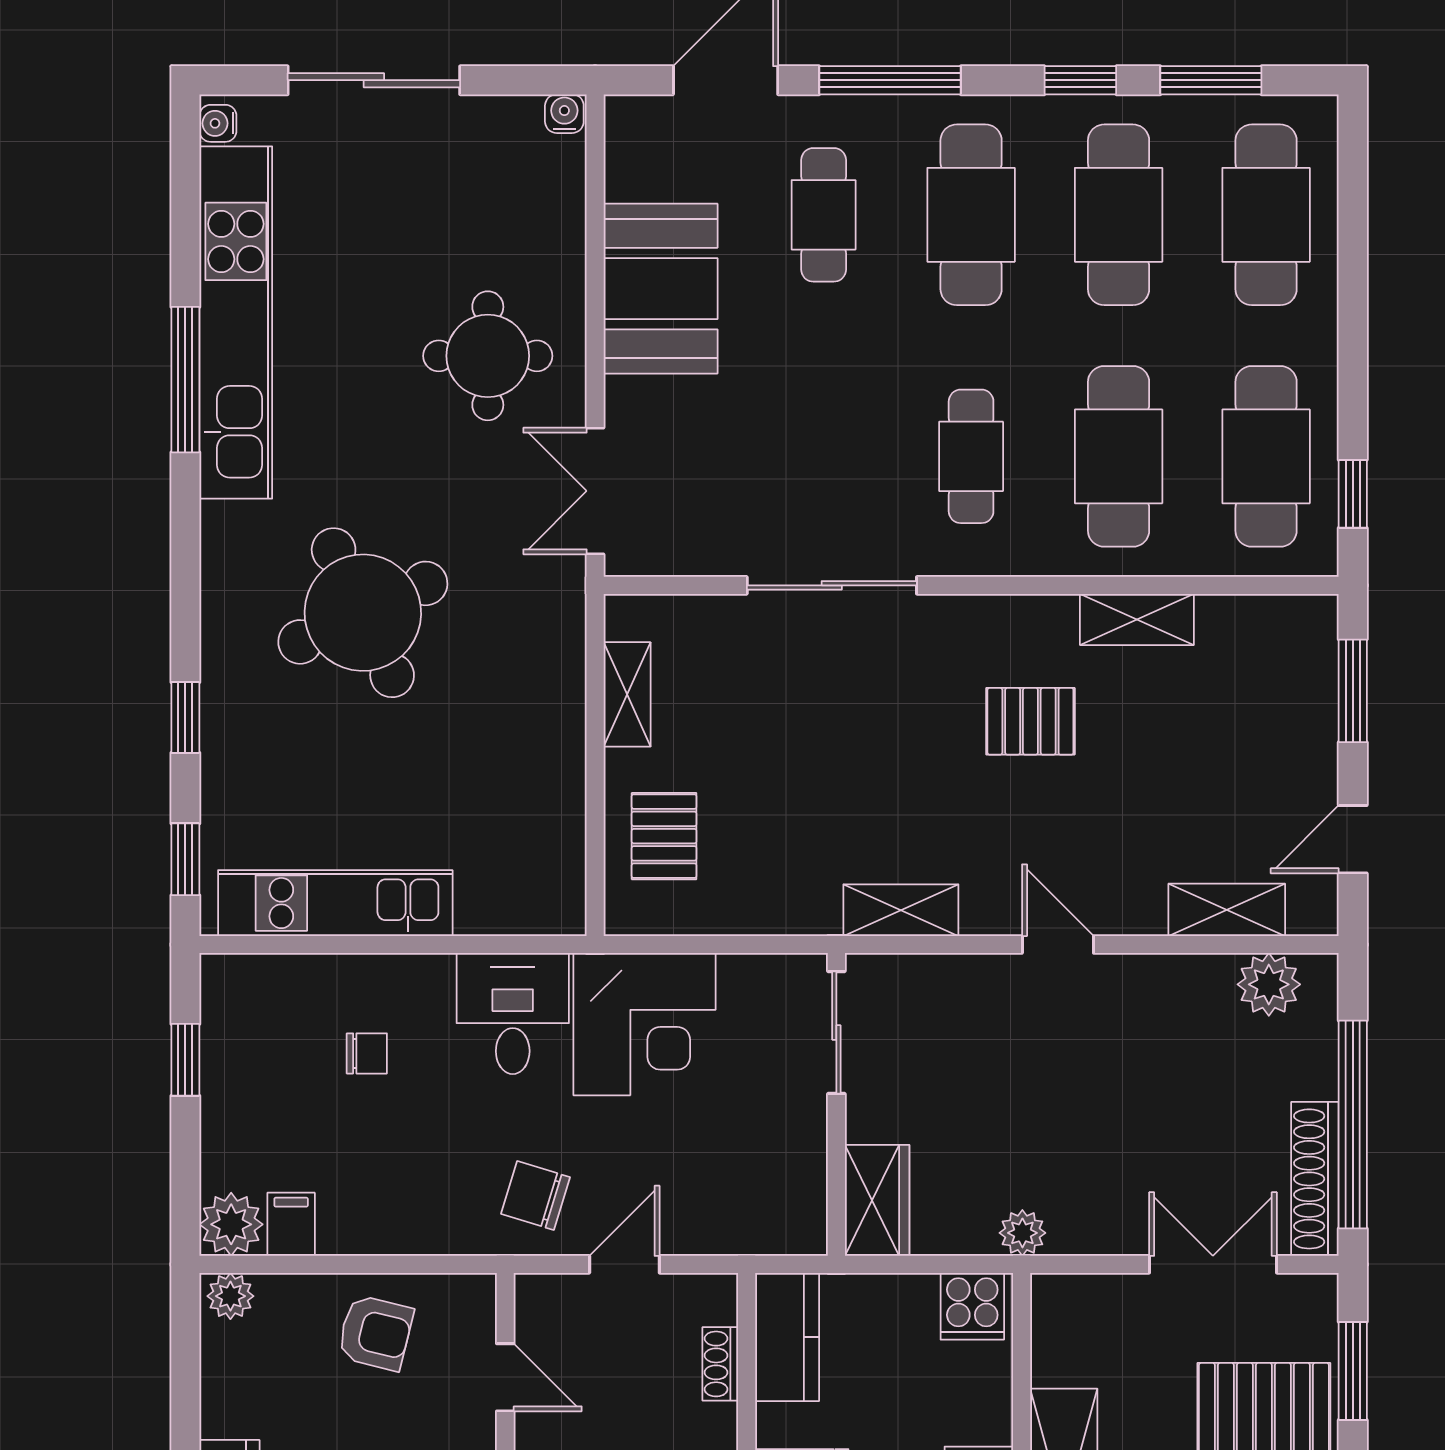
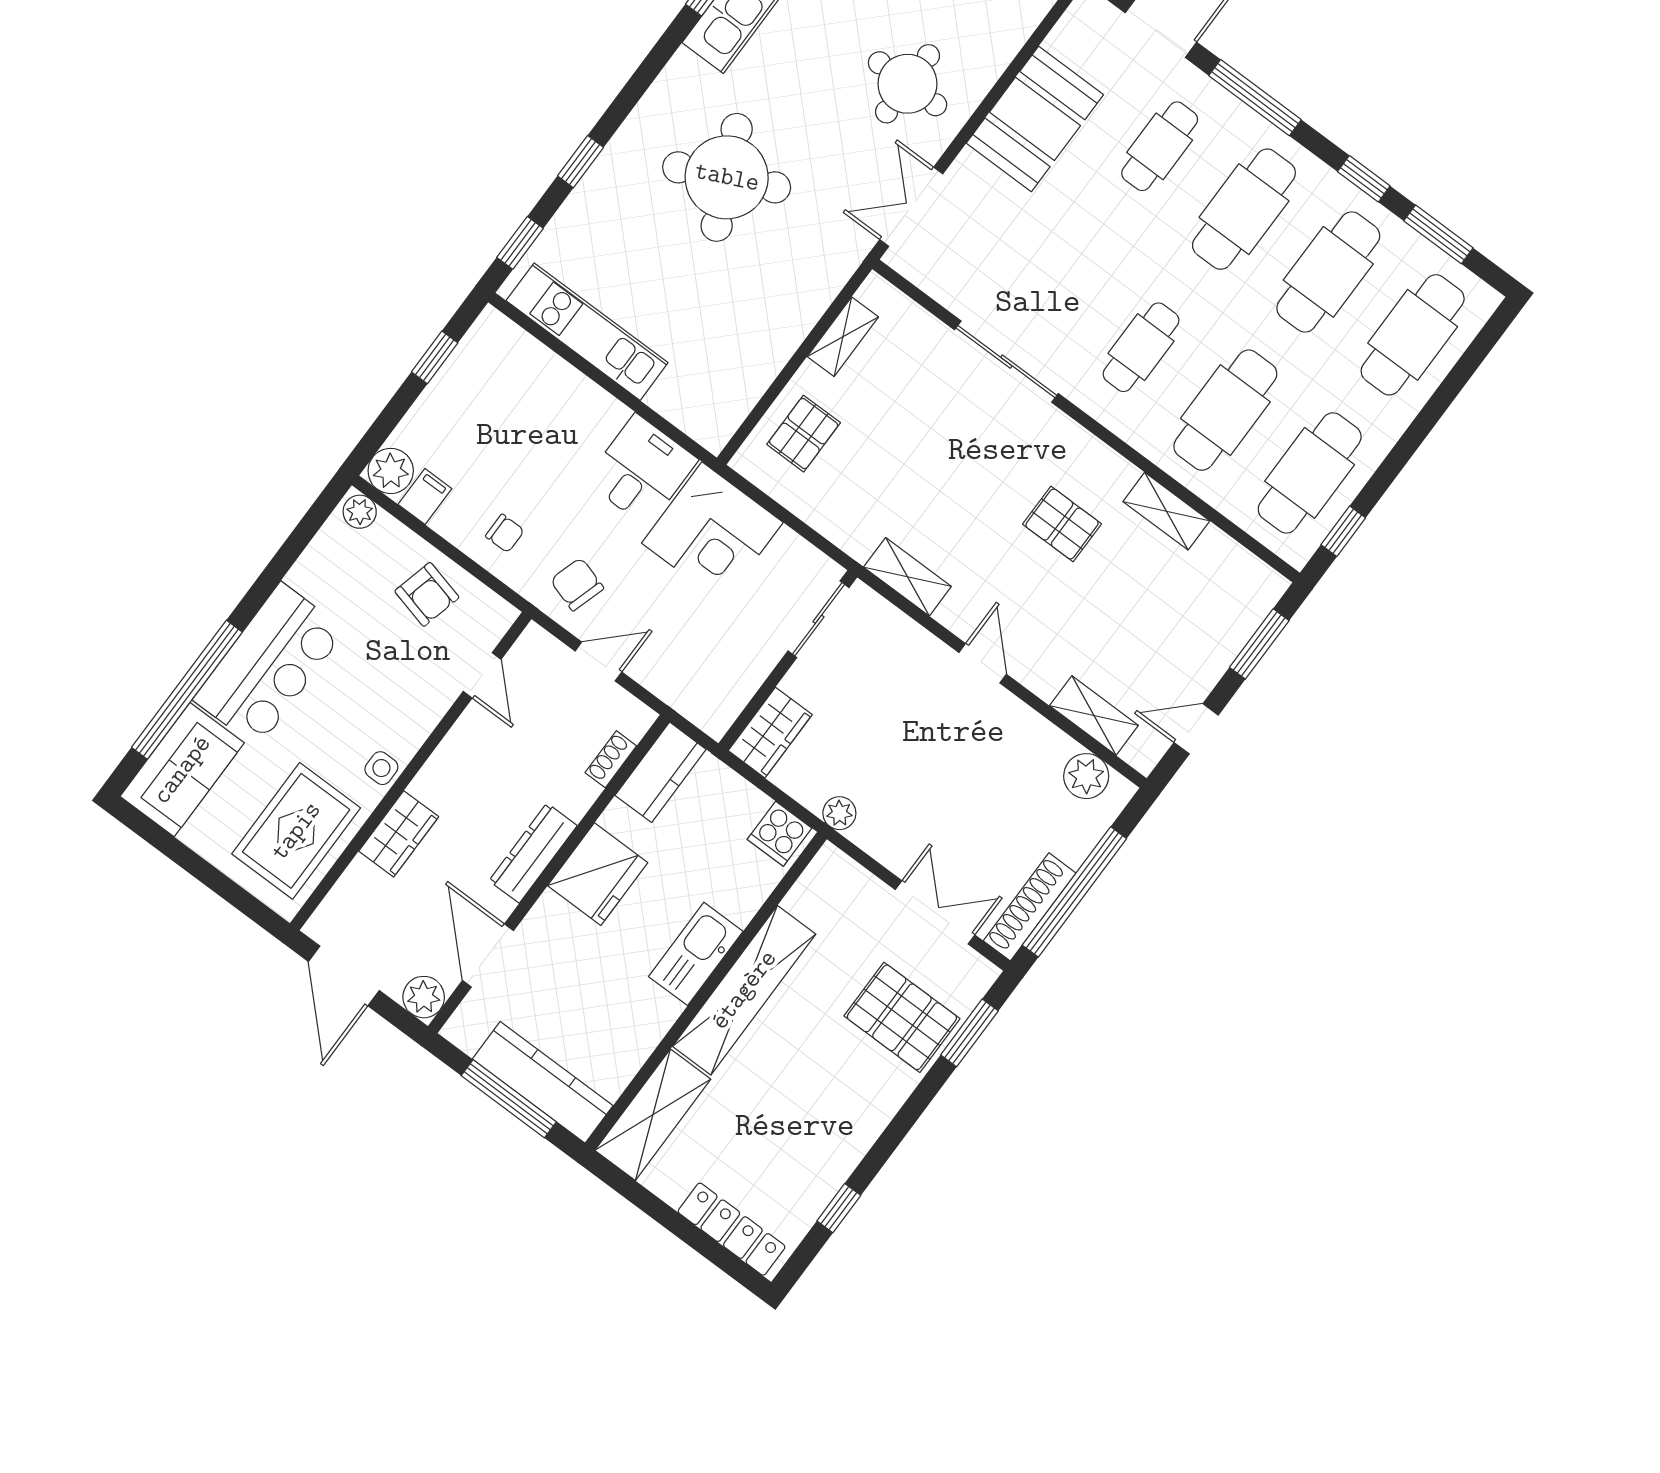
chair: (367, 1053) -> (505, 533), moved

